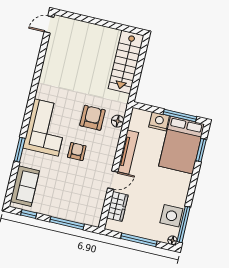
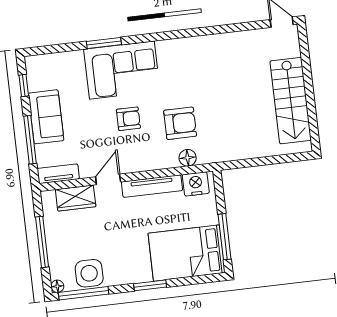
stairs: (126, 62) -> (291, 101), moved, turned -90
nightstand: (159, 121) -> (196, 184), moved, turned -90
corner sofa: (46, 128) -> (122, 70), moved
window: (201, 150) -> (150, 285), moved
door: (113, 180) -> (108, 179), swing flipped
sofa: (25, 186) -> (46, 117), moved, turned -90
tv unit: (97, 212) -> (58, 174), added

